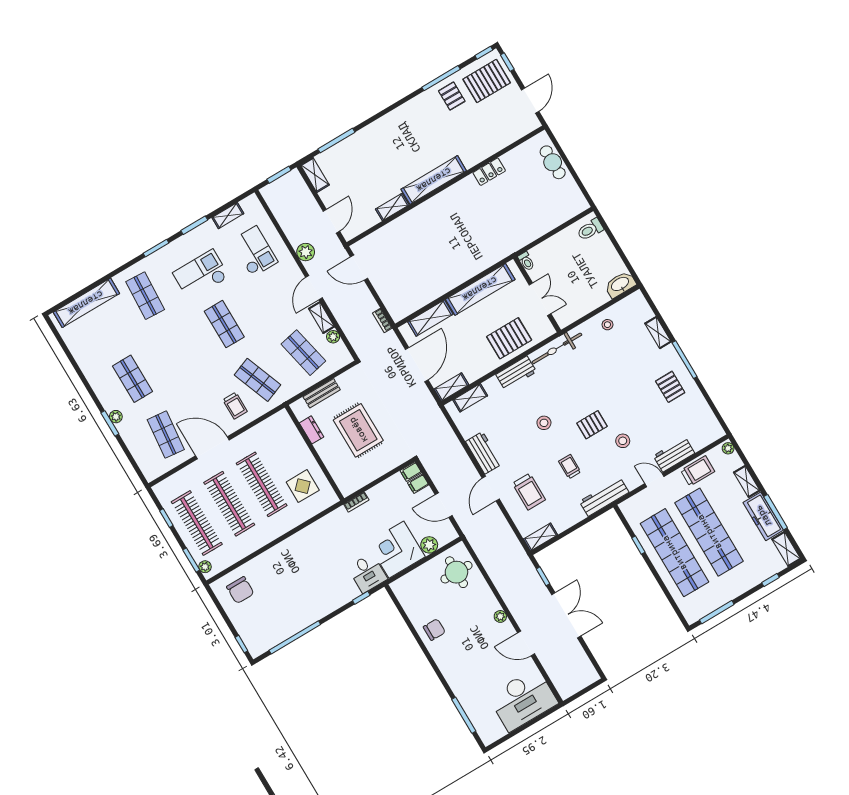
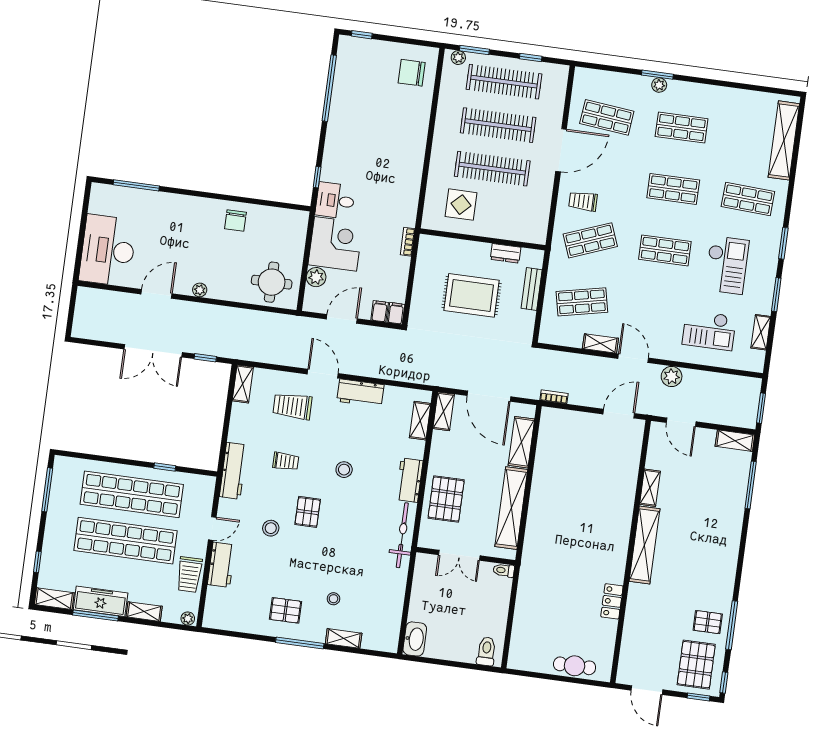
stool: (607, 325) -> (333, 599), moved
plant: (333, 337) -> (575, 340), removed
shop shelf: (178, 351) -> (673, 189), added

